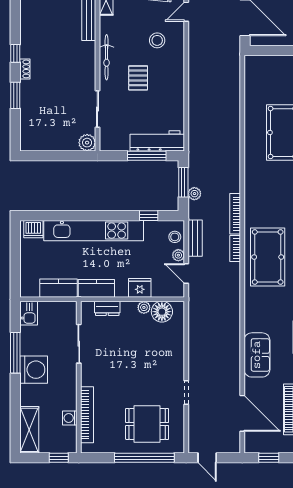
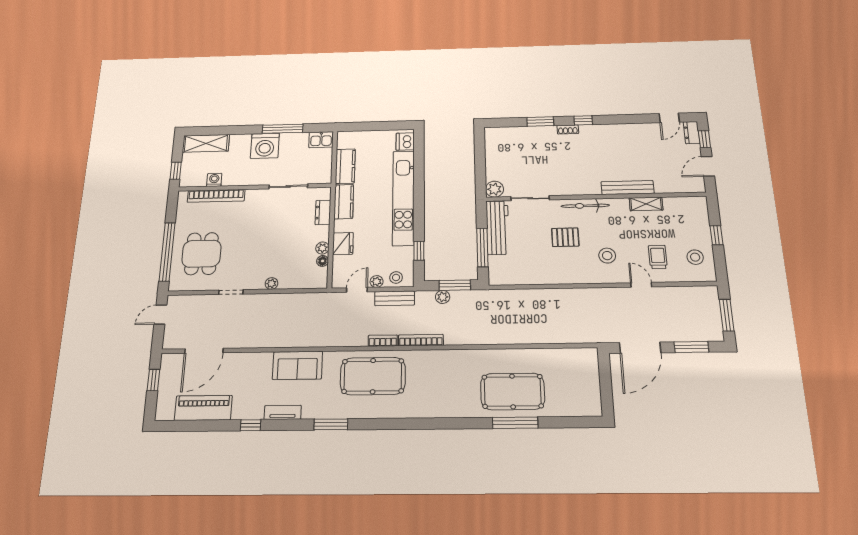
workbench: (157, 141) -> (498, 228), moved
floor lamp: (162, 312) -> (323, 261), width x0.53, depth x0.53
plant: (178, 354) -> (271, 283), added
sofa: (257, 355) -> (297, 365), moved

